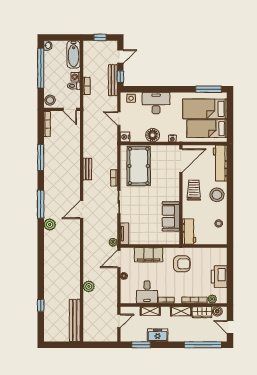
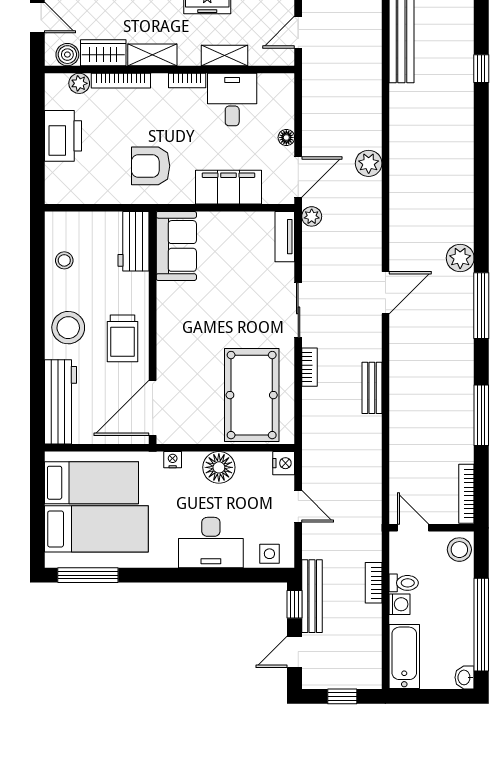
sofa: (171, 216) -> (176, 246), moved
plant: (89, 286) -> (369, 163), moved

